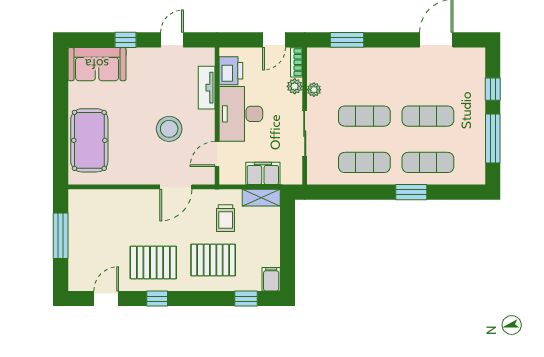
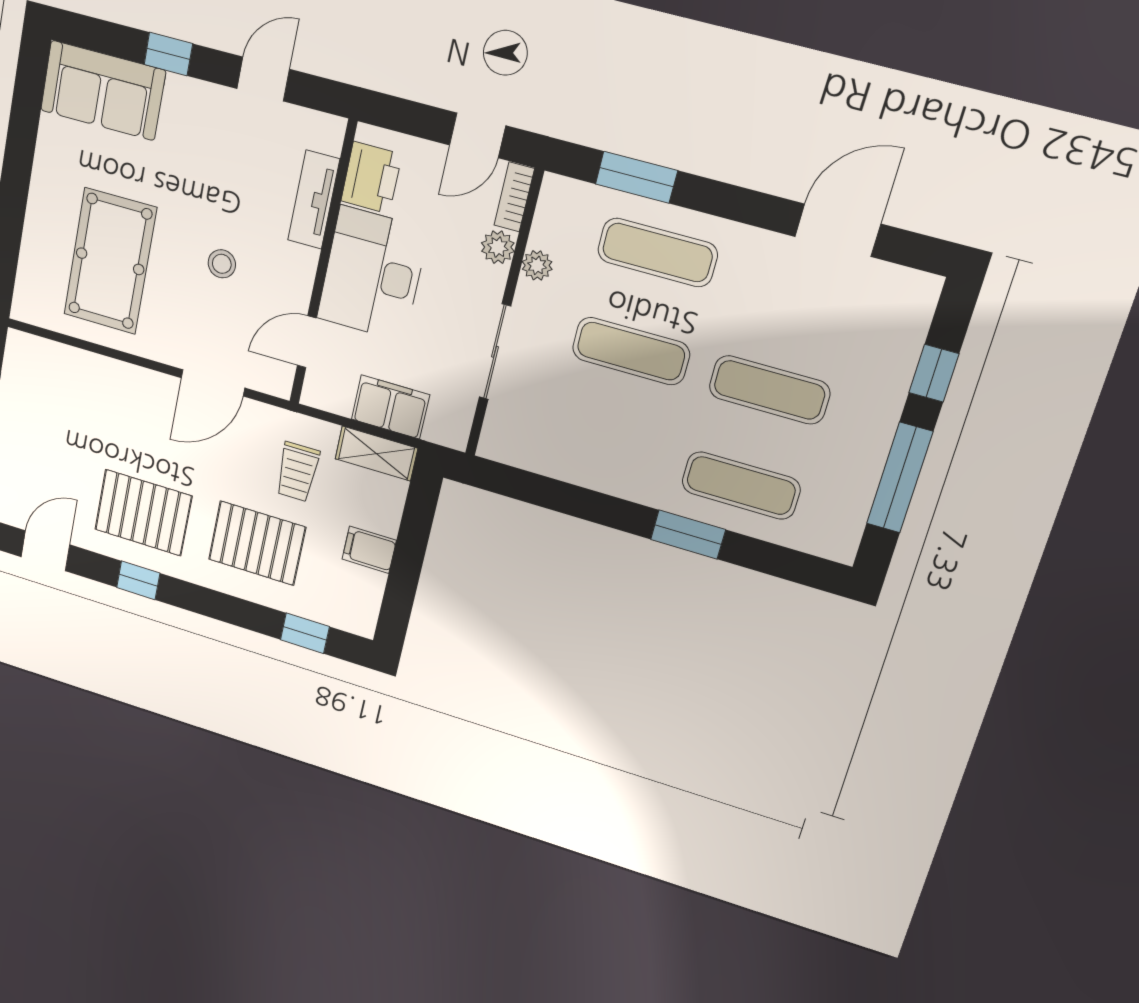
stool: (169, 129) -> (222, 264), width x0.53, depth x0.53
pool table: (89, 140) -> (110, 261), moved
exercise mat: (364, 162) -> (657, 252), moved
filing cabinet: (271, 279) -> (369, 550), moved, turned -90

